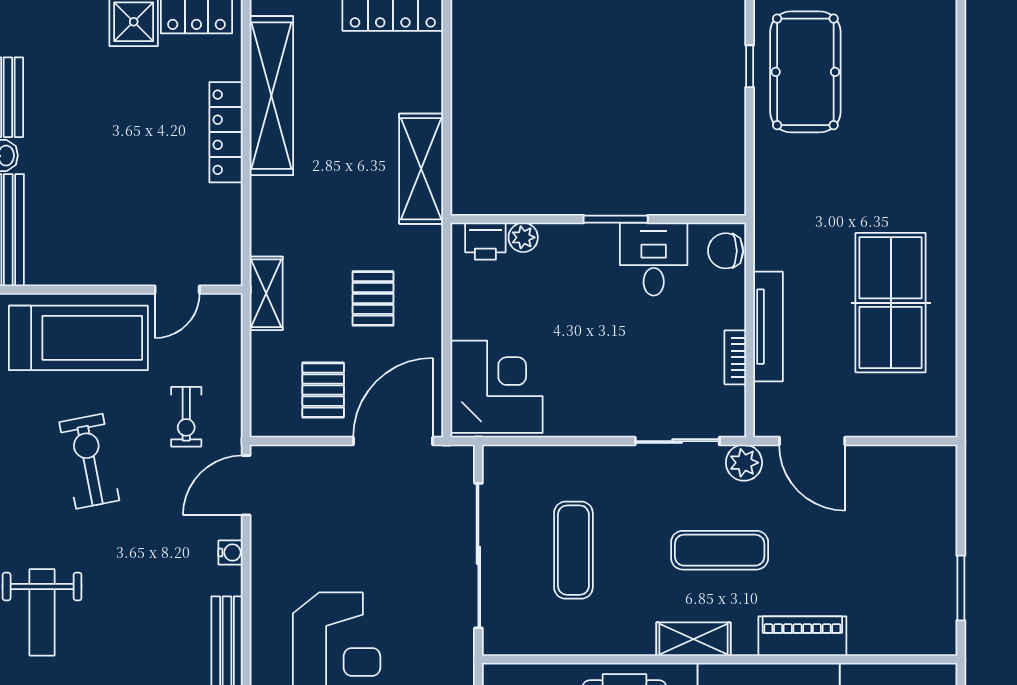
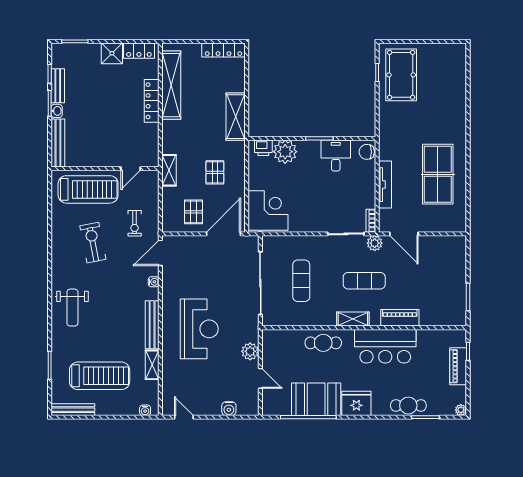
plant: (523, 237) -> (285, 152), width x1.88, depth x1.88
bookcase: (735, 357) -> (371, 221), moved

